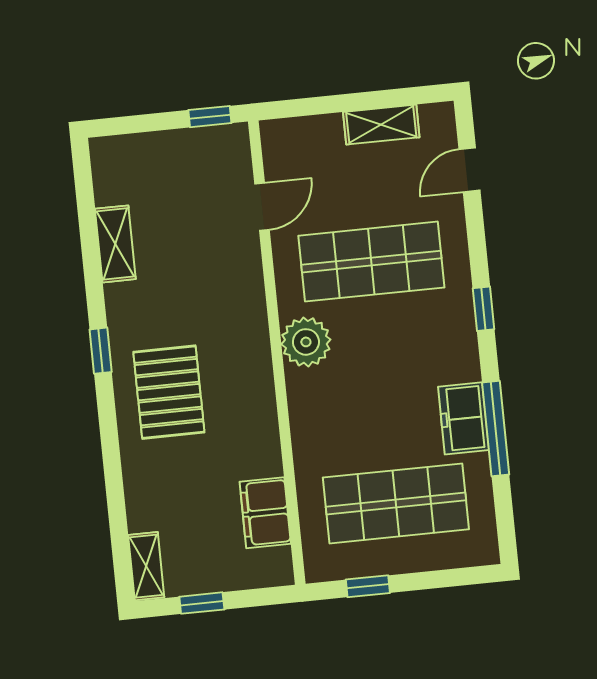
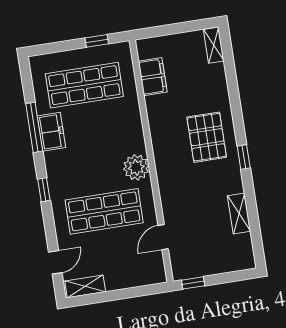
shelving: (381, 125) -> (85, 286), moved
window: (202, 603) -> (183, 27), removed

